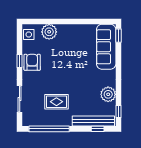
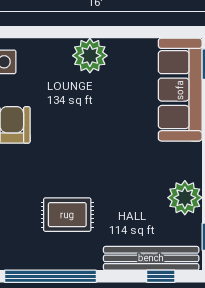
plant: (49, 32) -> (90, 56), moved

